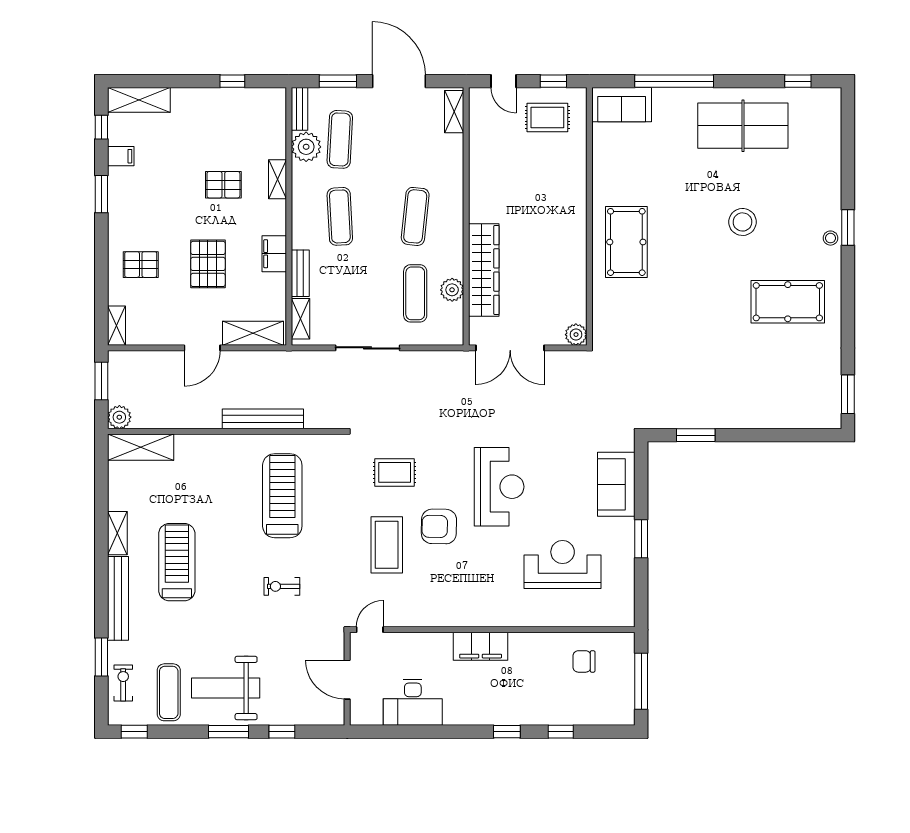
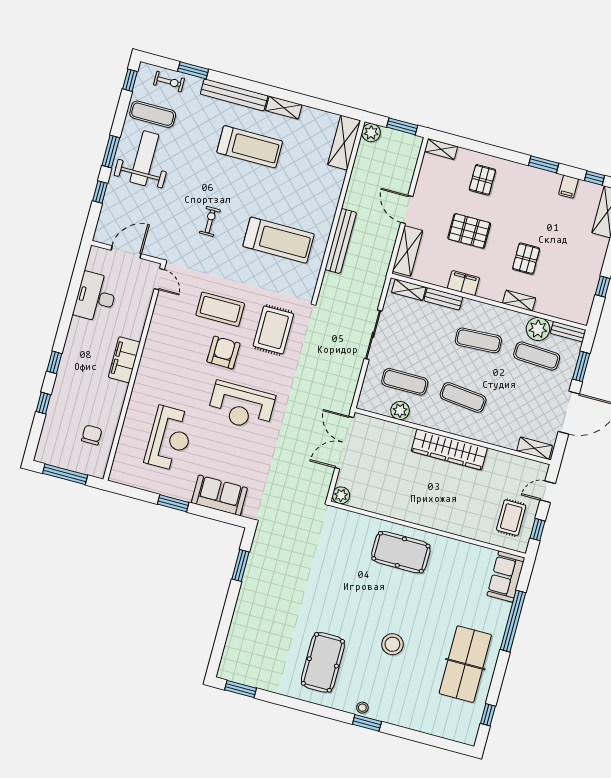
wardrobe: (484, 270) -> (449, 449), moved
rug: (395, 472) -> (273, 330), width x1.36, depth x1.43

